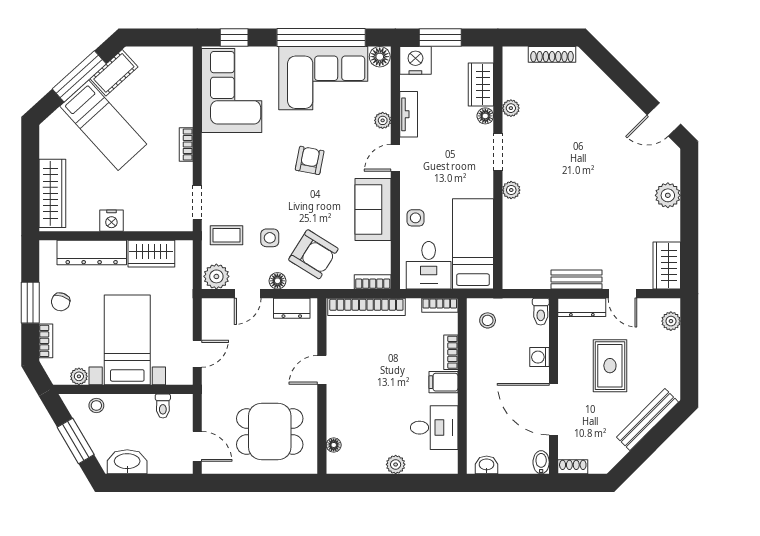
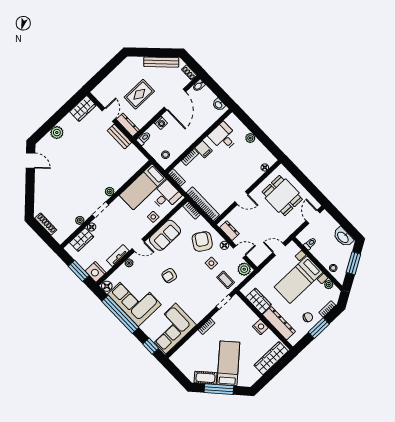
plant: (671, 321) -> (102, 87), removed
bench: (647, 420) -> (161, 62), moved

